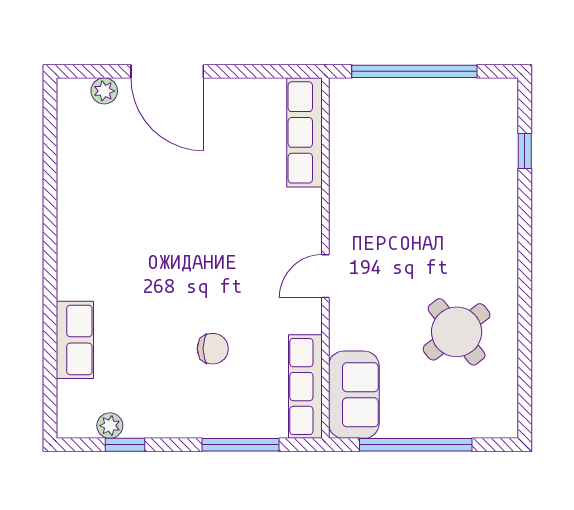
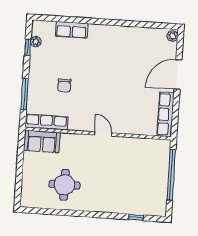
plant: (104, 91) -> (173, 36), moved
row of seats: (304, 132) -> (165, 114), moved, turned -90
door: (325, 276) -> (103, 134), moved
round table: (457, 332) -> (65, 185), turned 38
window: (416, 445) -> (20, 165), removed

